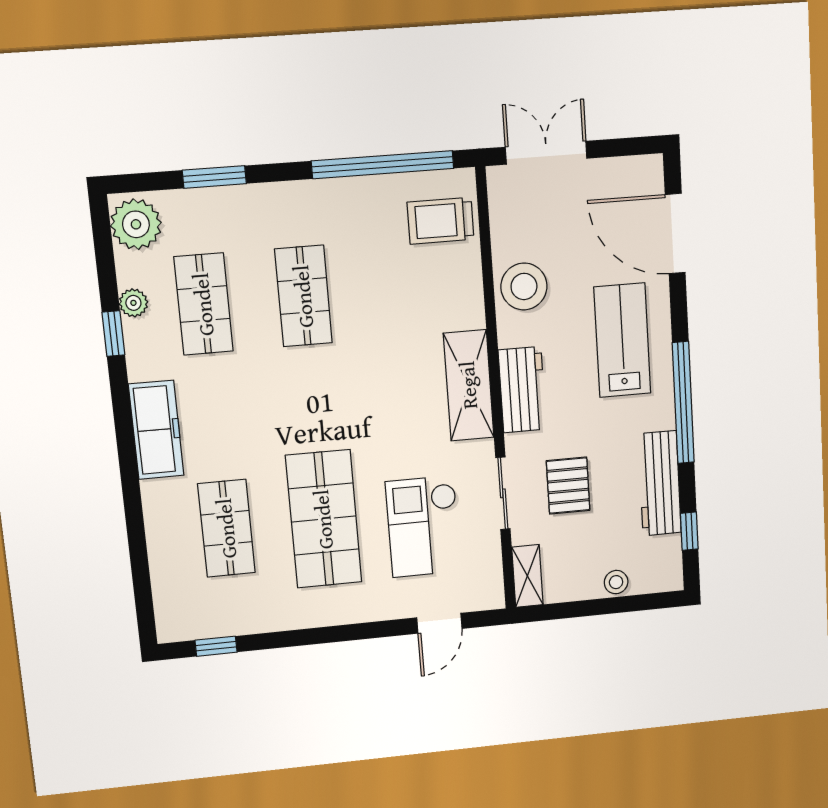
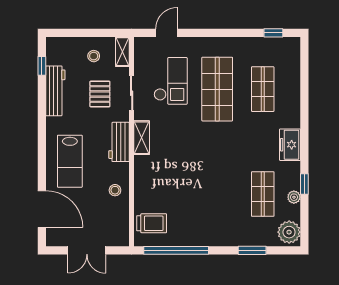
double door: (546, 153) -> (87, 250), moved
stool: (524, 286) -> (115, 190), width x0.53, depth x0.53
shop shelf: (304, 296) -> (217, 194), removed
shelving: (469, 385) -> (142, 138), width x0.67, depth x0.75
window: (683, 403) -> (42, 129), removed
freezer: (156, 430) -> (290, 145), width x0.71
stool: (616, 582) -> (94, 56), moved

